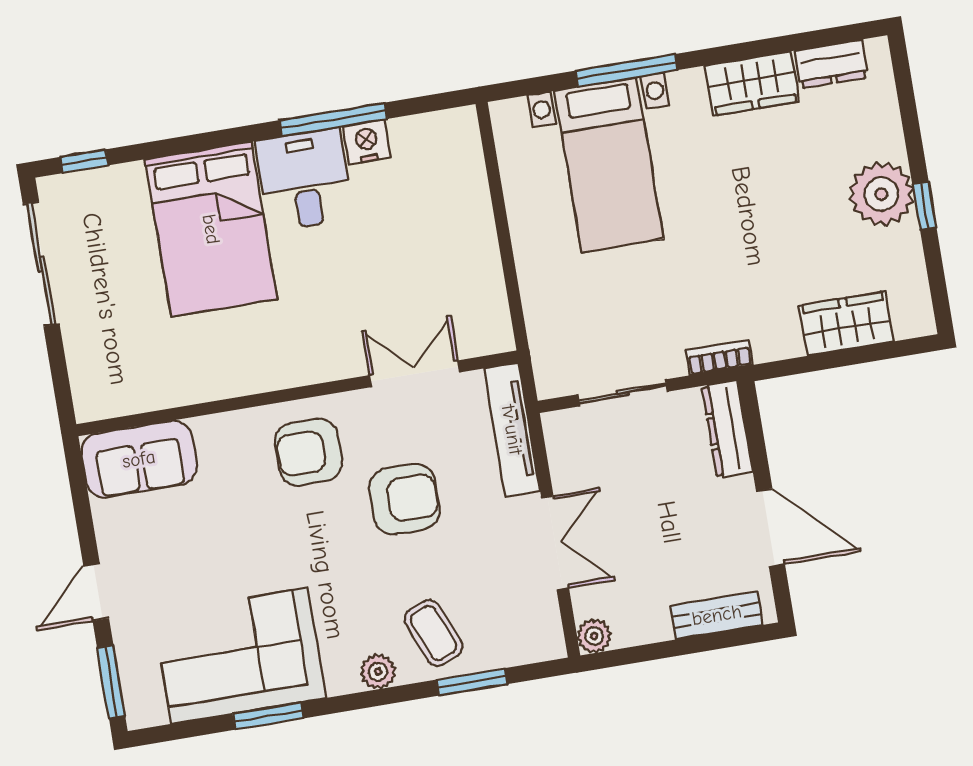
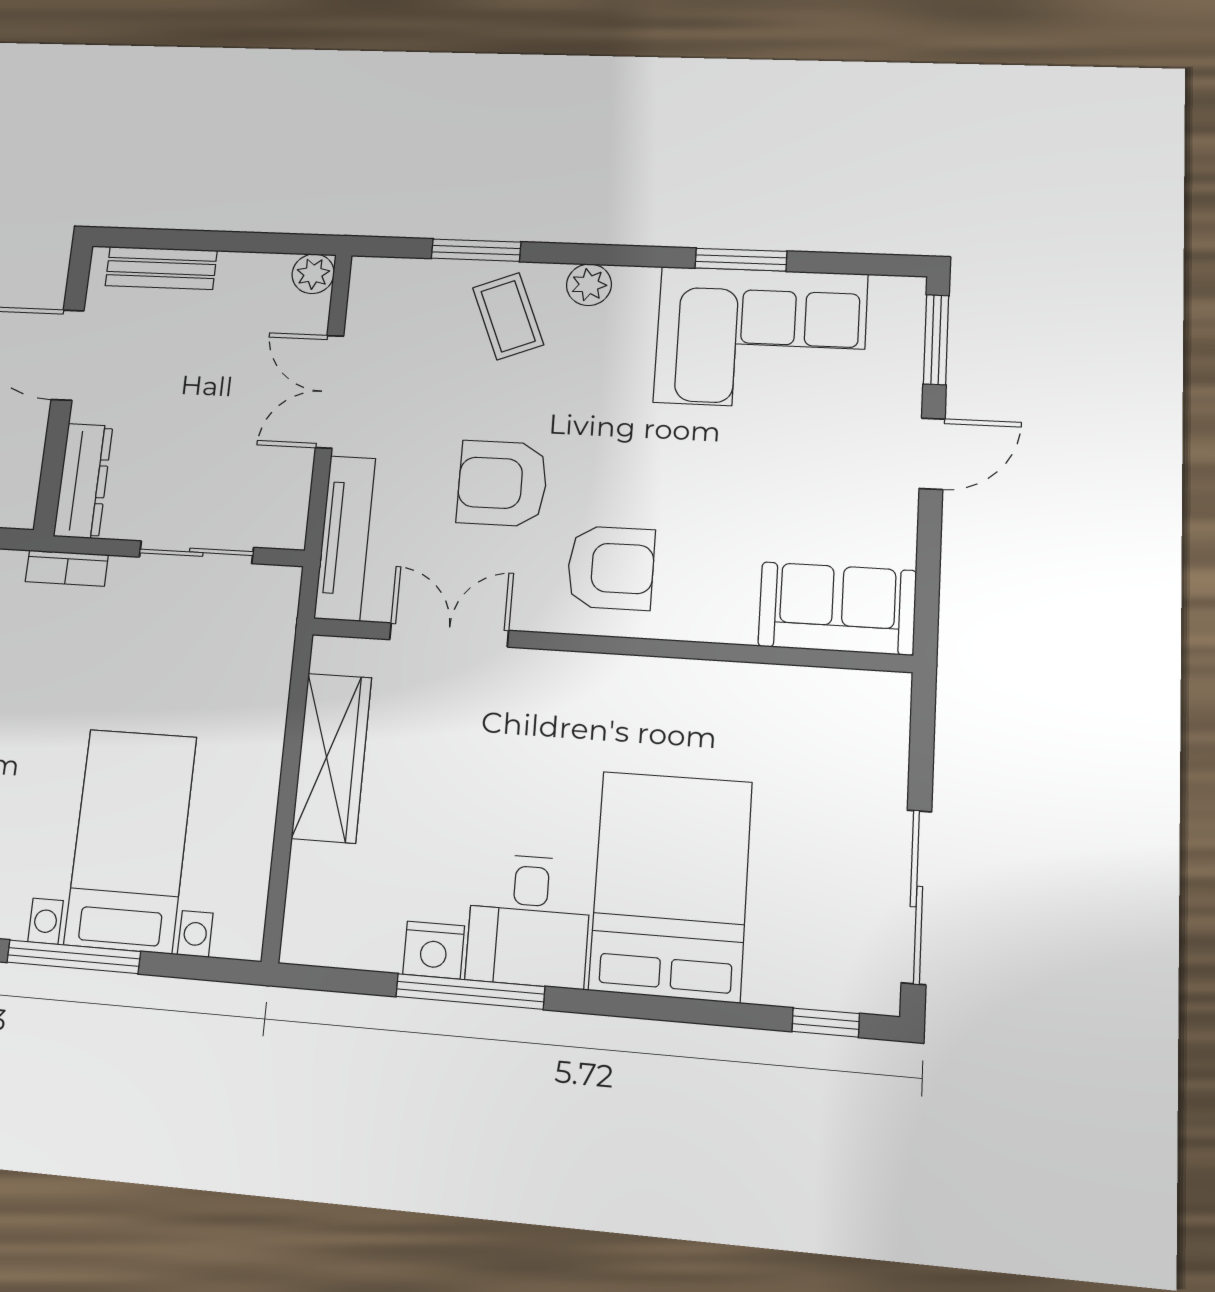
wardrobe: (477, 262) -> (332, 758), added
double door: (415, 374) -> (449, 635), swing flipped

